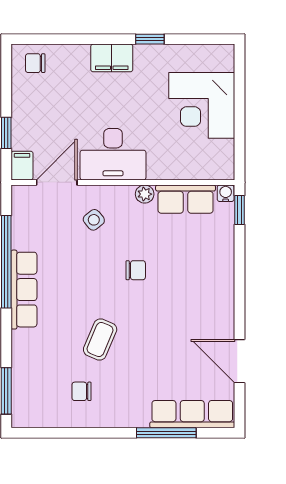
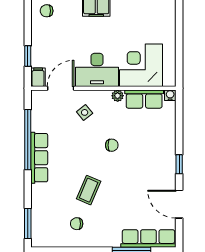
corner desk: (202, 105) -> (141, 65), moved, turned 90
window: (240, 210) -> (179, 164), moved

